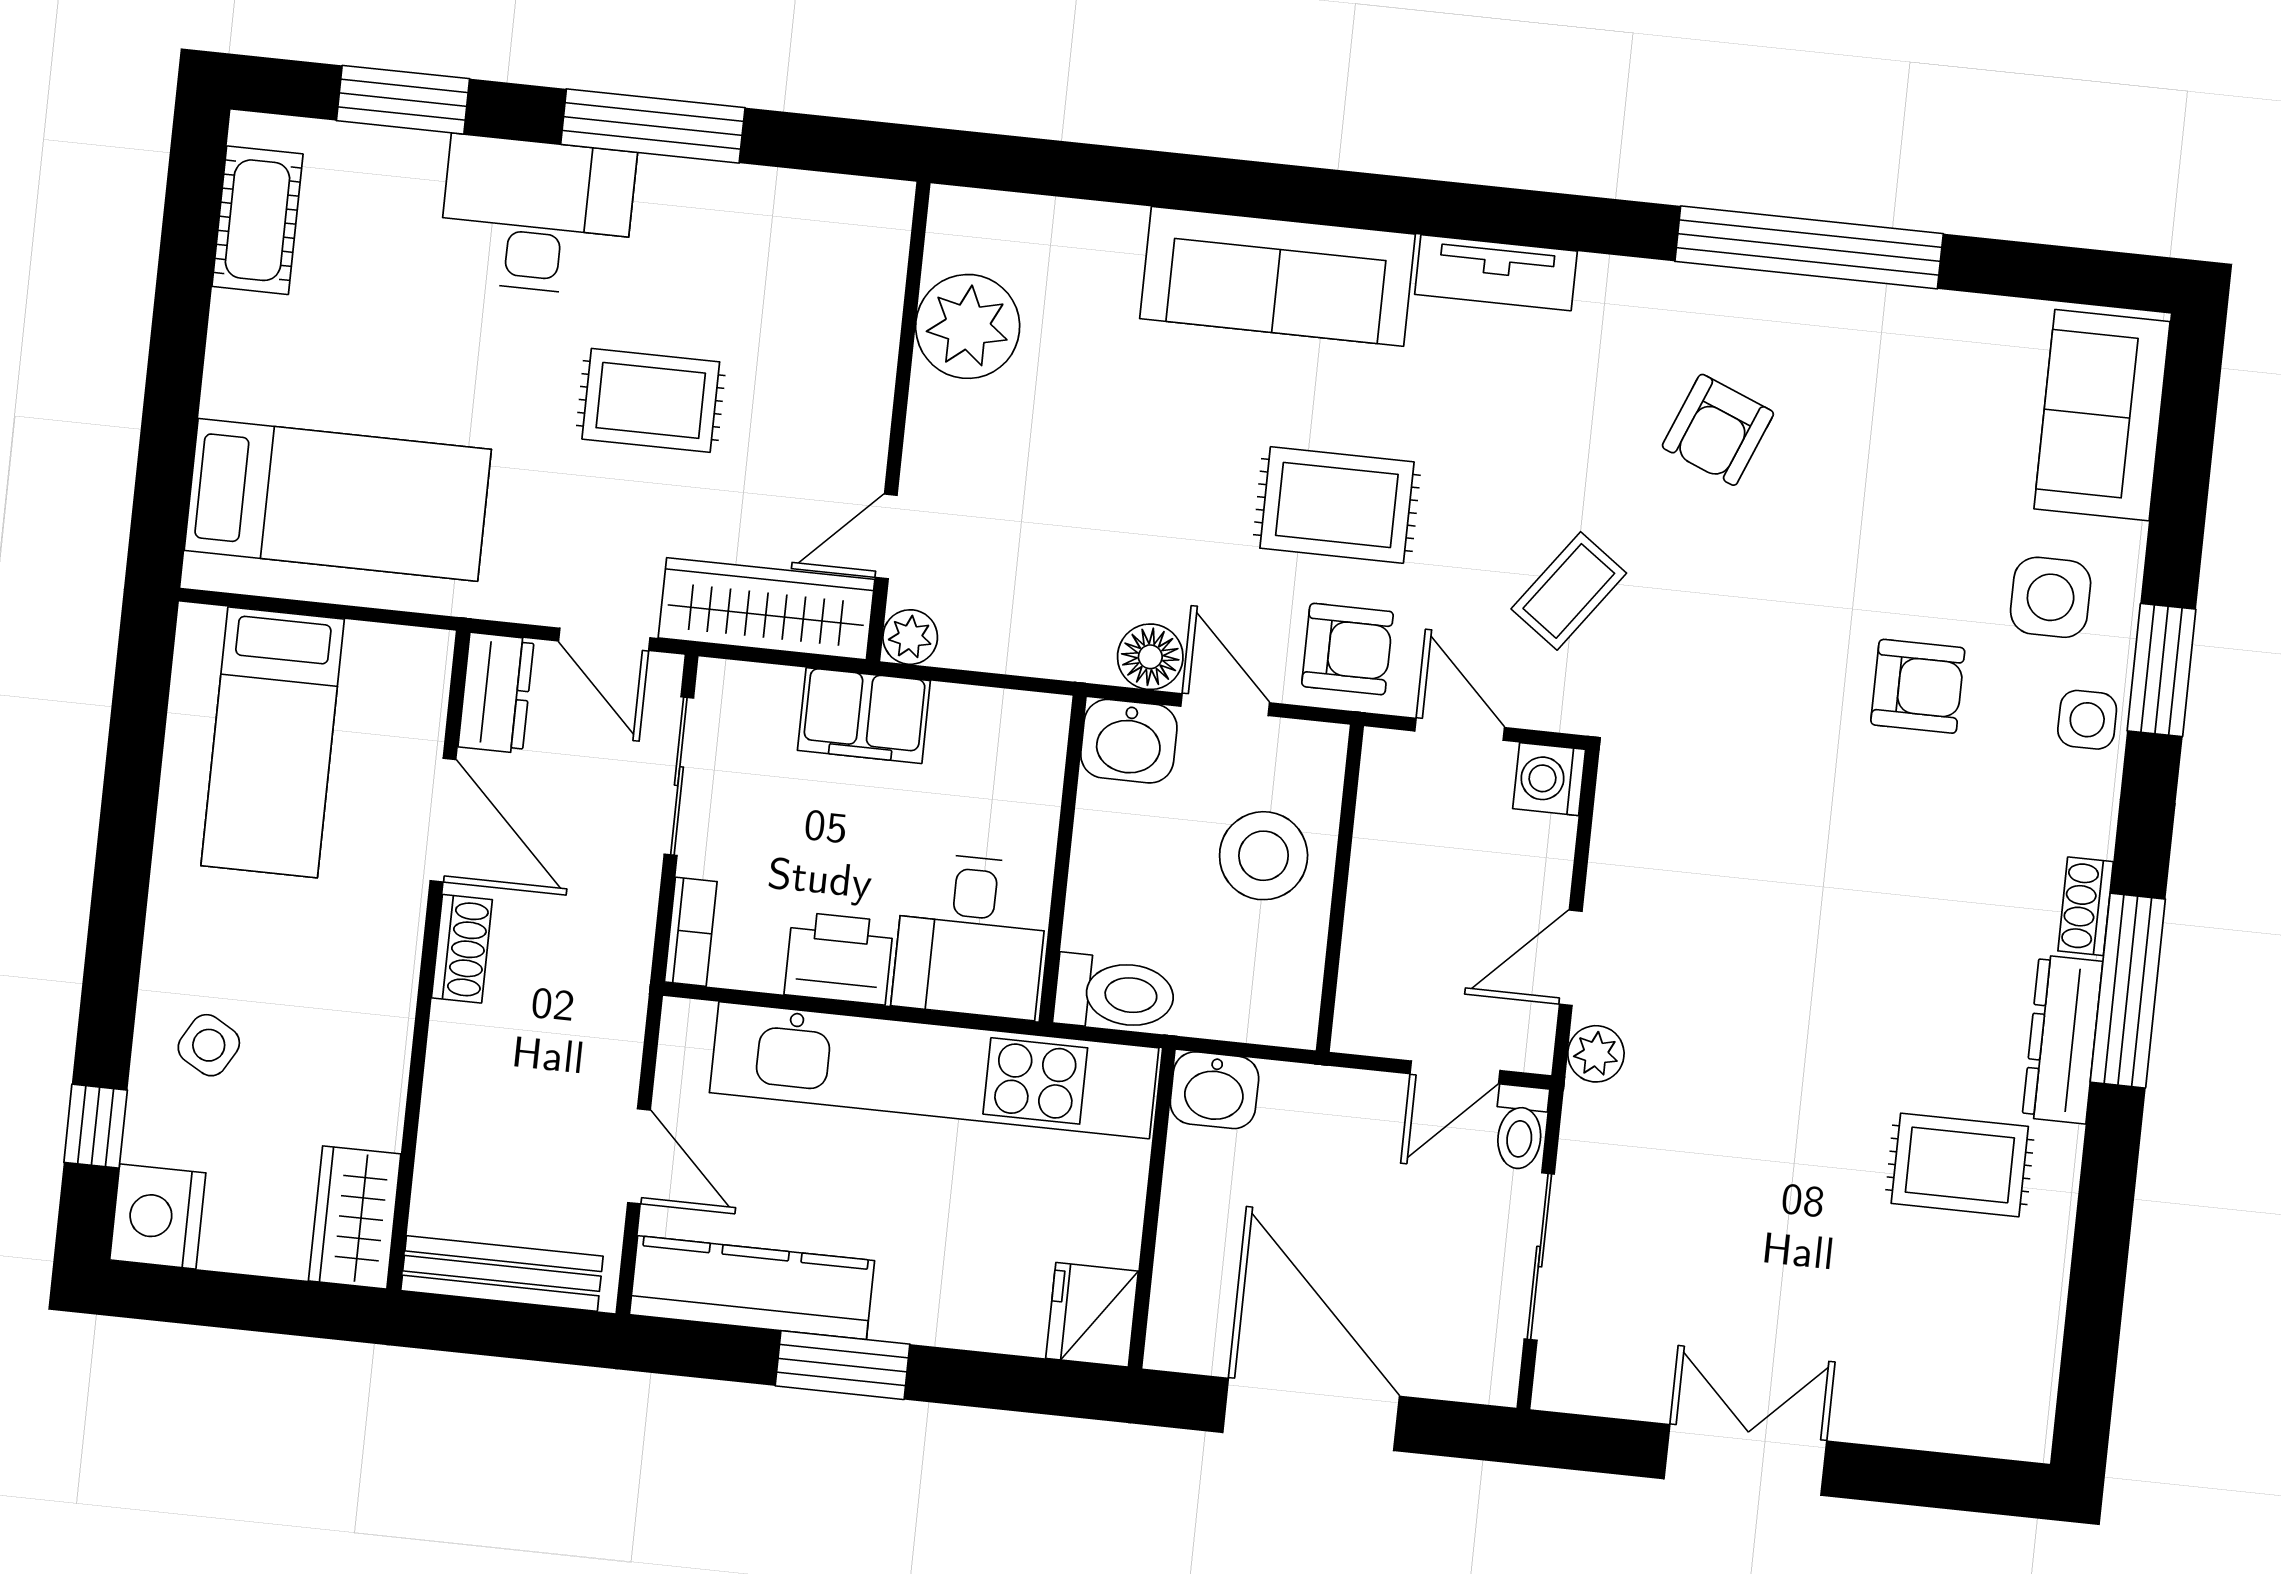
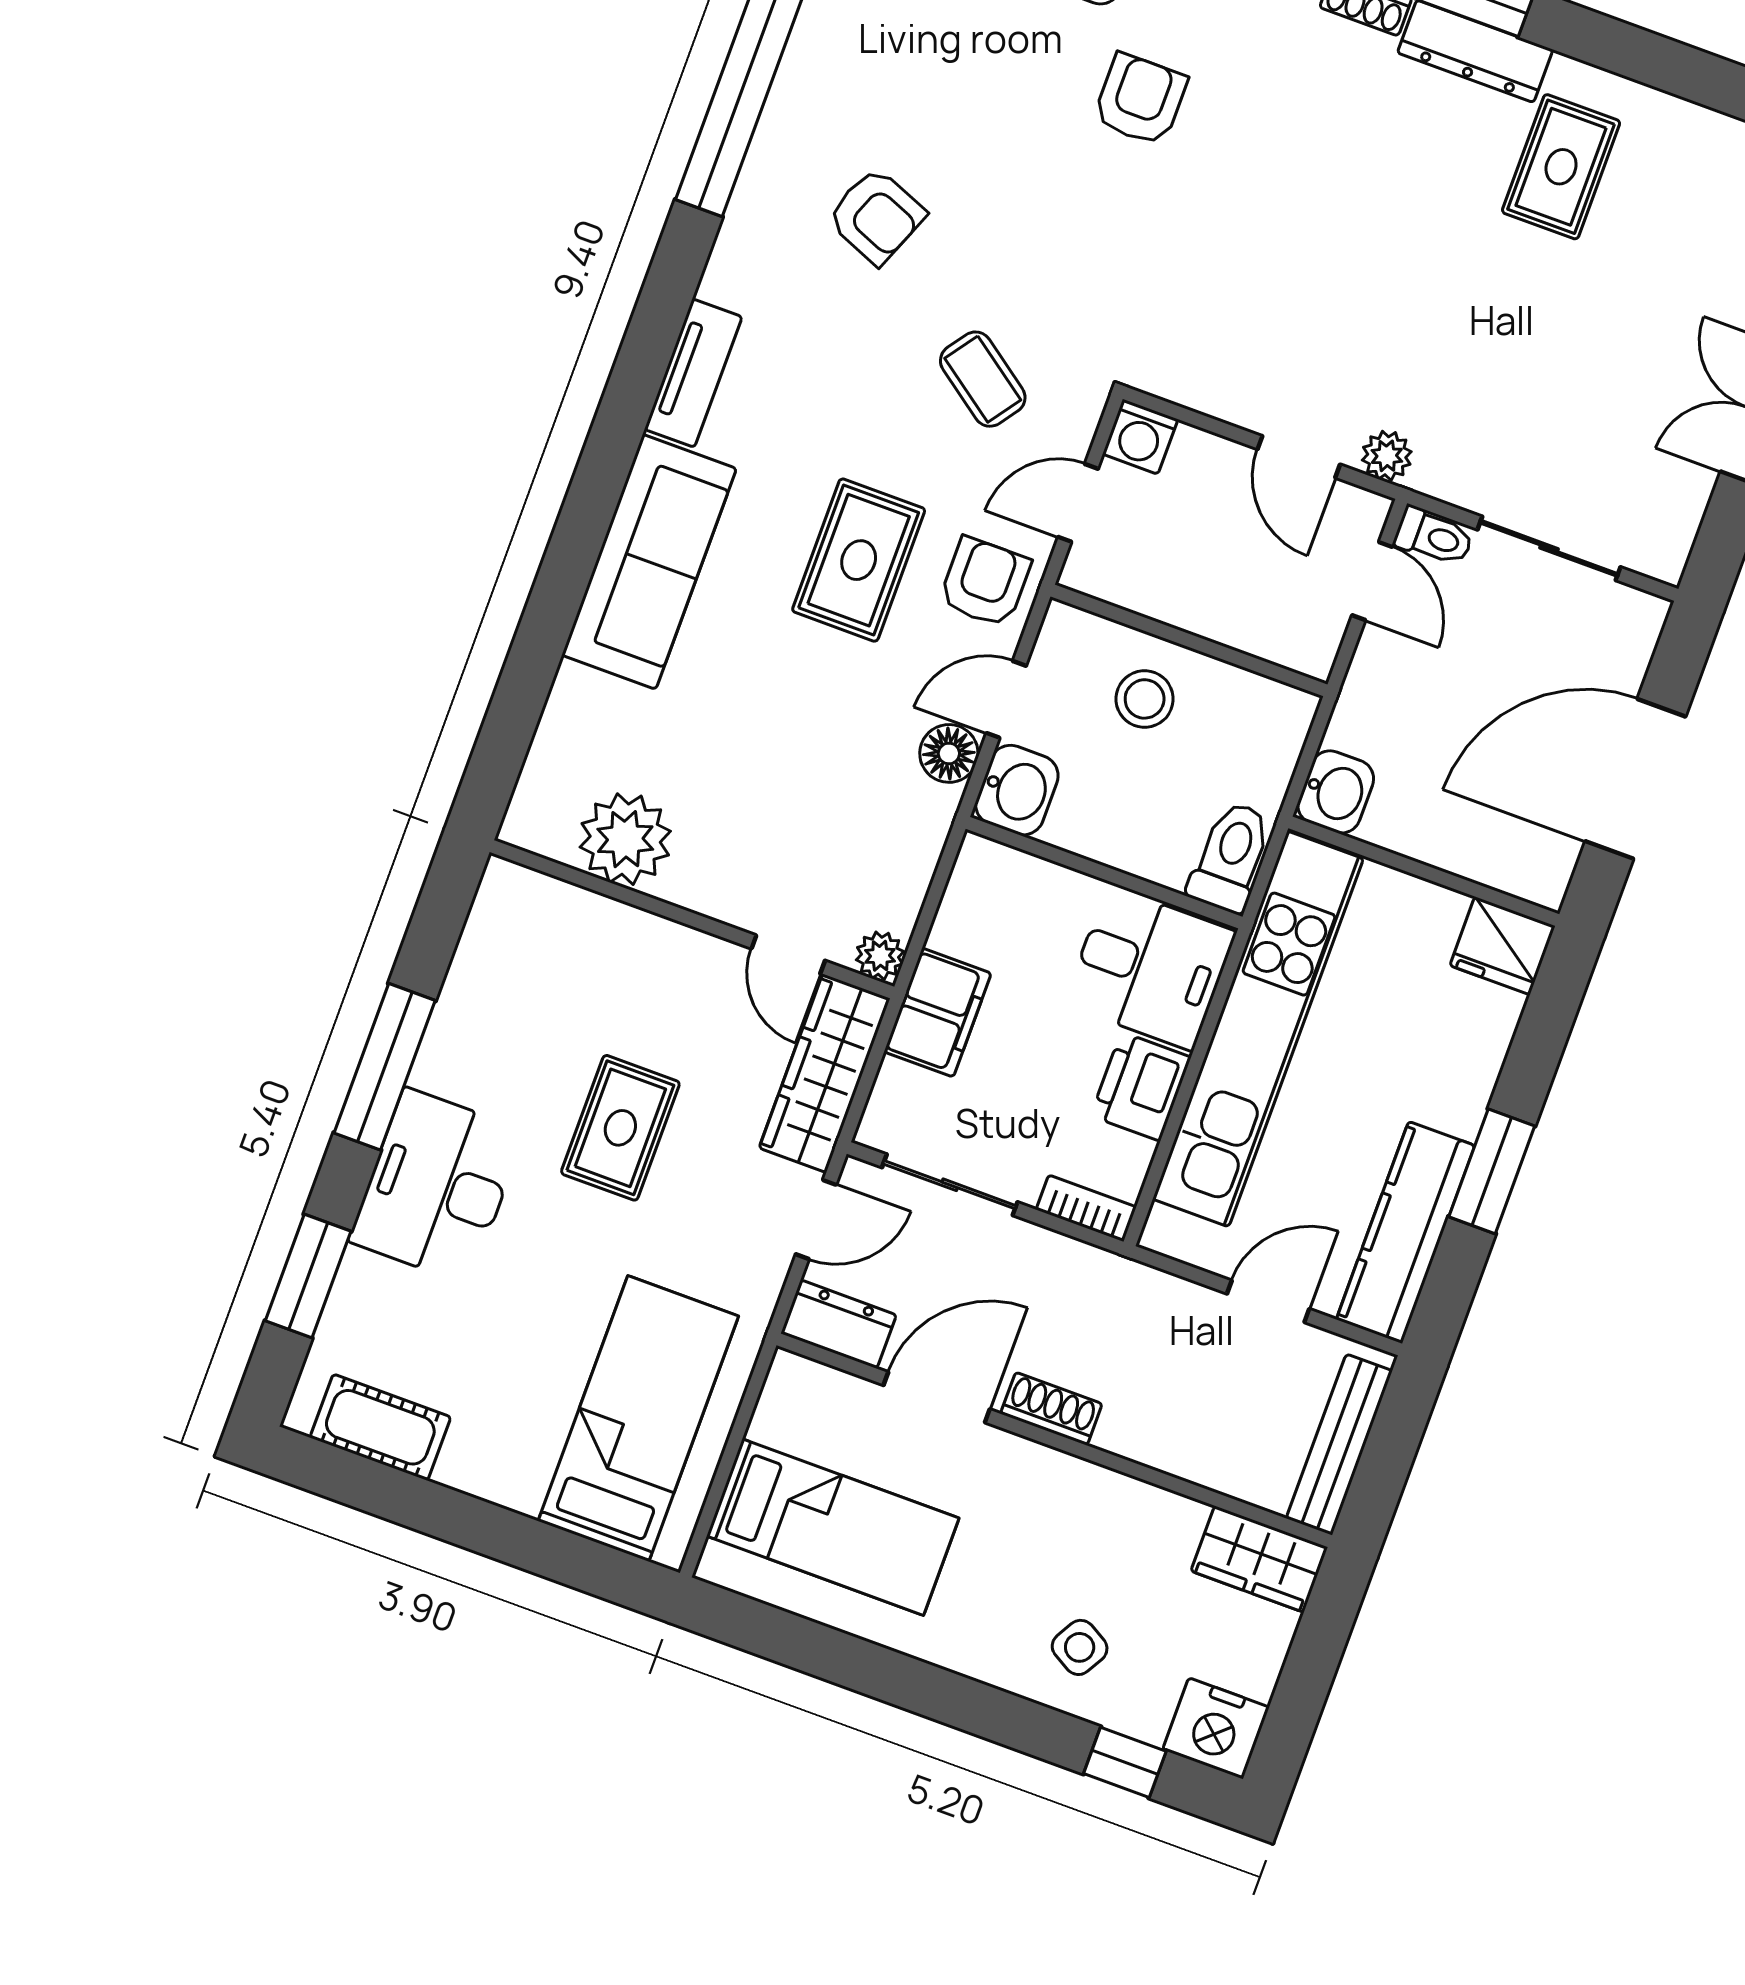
stool: (1264, 856) -> (1145, 699), width x0.73, depth x0.73

